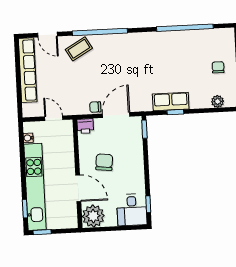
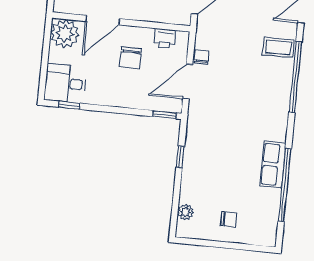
coffee table: (79, 49) -> (278, 47), turned -60
row of seats: (171, 102) -> (273, 165), moved, turned 180
door: (116, 115) -> (188, 82), swing flipped
printer: (85, 126) -> (165, 38), moved, turned -90
chair: (104, 162) -> (131, 58), turned 84

